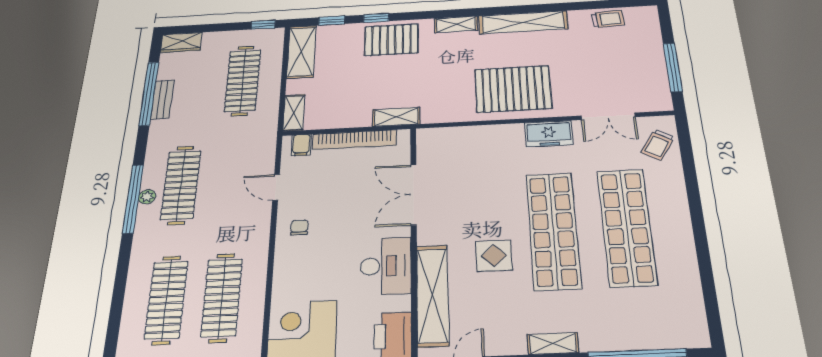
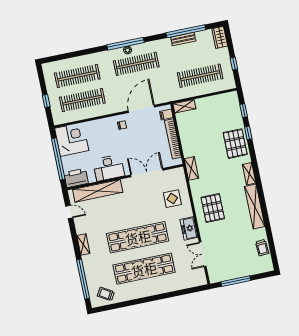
window: (263, 25) -> (234, 64), moved
shelving: (301, 52) -> (222, 100), removed
pallet: (513, 89) -> (213, 208), width x0.73, depth x0.71
shelving: (396, 117) -> (191, 168), moved
trolley: (658, 145) -> (106, 294), moved
door: (276, 187) -> (141, 109), width x1.87
display table: (494, 256) -> (172, 199), moved

